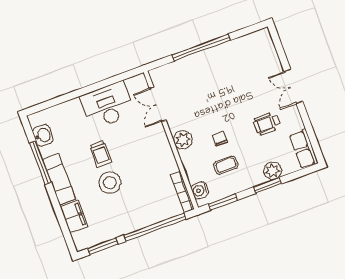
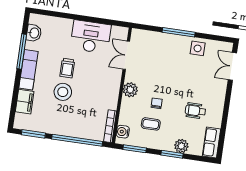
window: (201, 48) -> (179, 32), width x0.68
side table: (232, 54) -> (198, 48), added
double door: (293, 86) -> (232, 66), moved

